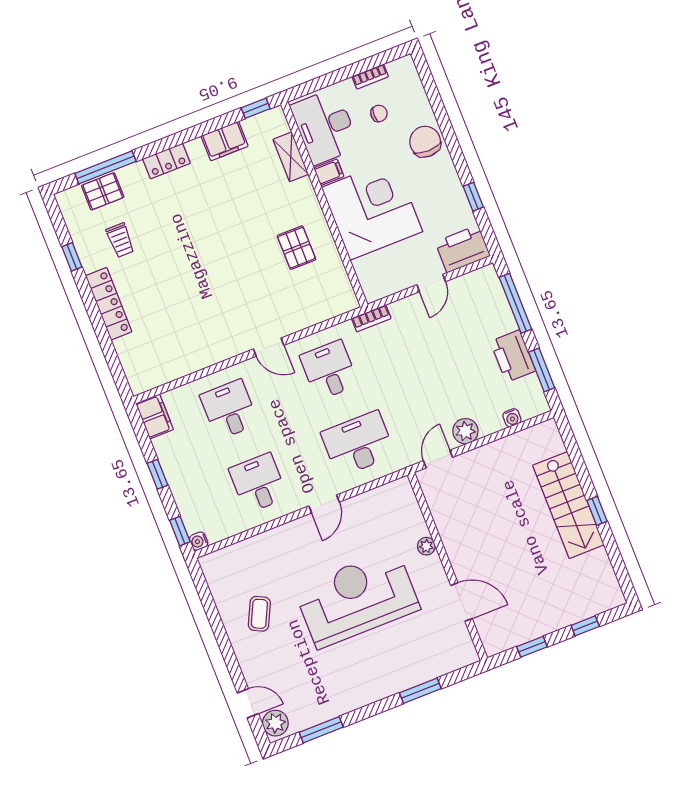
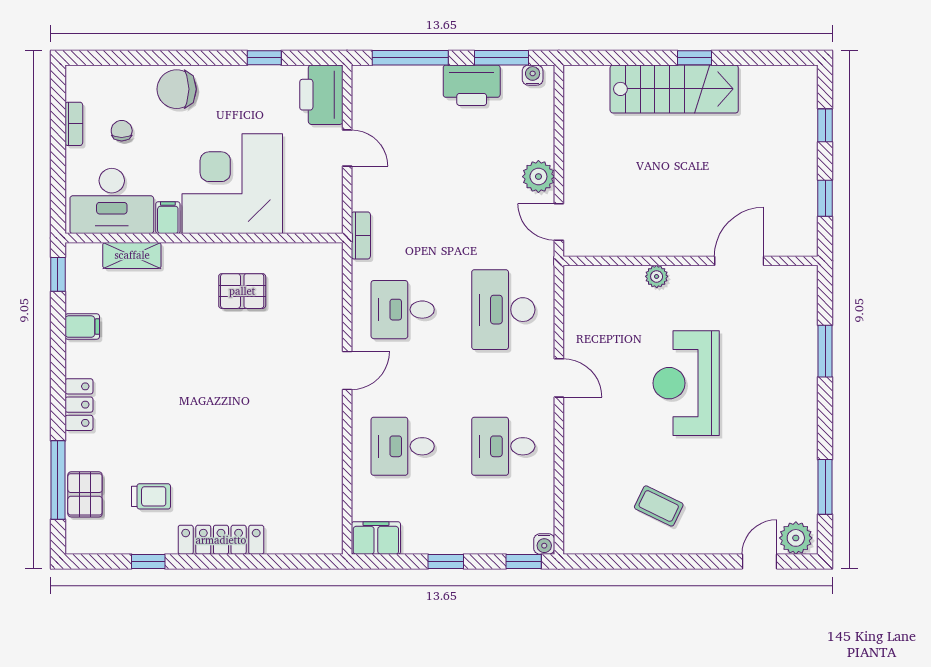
filing cabinet: (225, 141) -> (82, 327), width x0.50
water cooler: (512, 418) -> (533, 75), moved, turned -90
reception desk: (357, 599) -> (686, 383), width x0.74, depth x0.77

